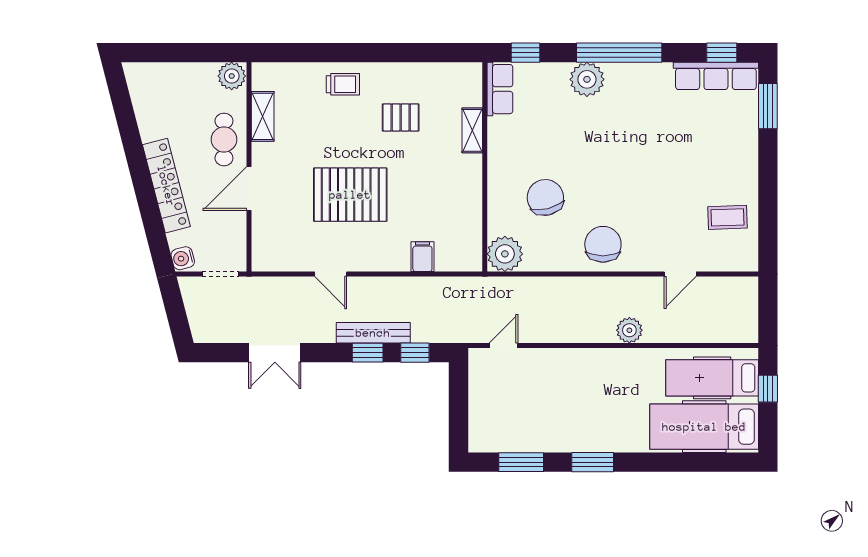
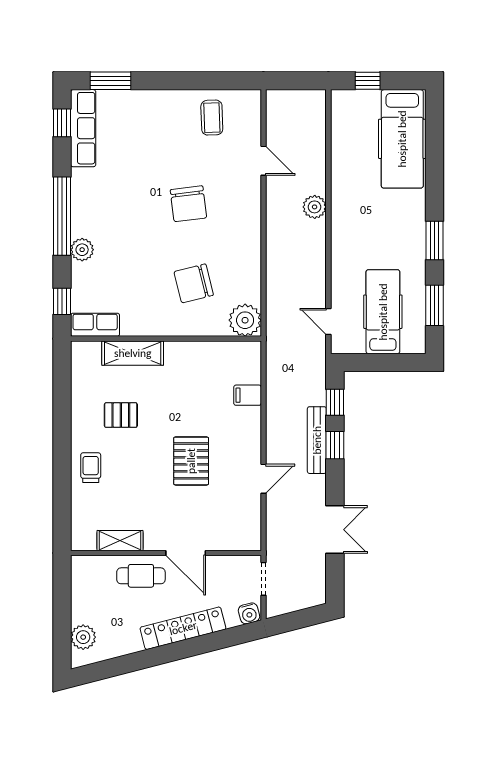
plant: (232, 76) -> (83, 637), moved
plant: (587, 79) -> (82, 250), width x0.73, depth x0.73
pallet: (401, 117) -> (121, 415), turned 90
shelving: (472, 130) -> (133, 353), width x1.50, depth x1.33
pallet: (350, 195) -> (191, 461), width x0.73, depth x0.71
chair: (603, 244) -> (188, 204), moved, turned -97
hospital bed: (712, 378) -> (383, 312), moved, turned 180

